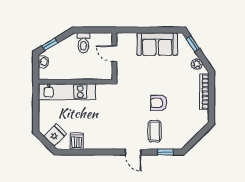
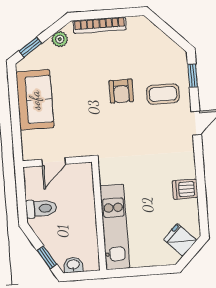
dishwasher: (77, 141) -> (185, 189), moved

